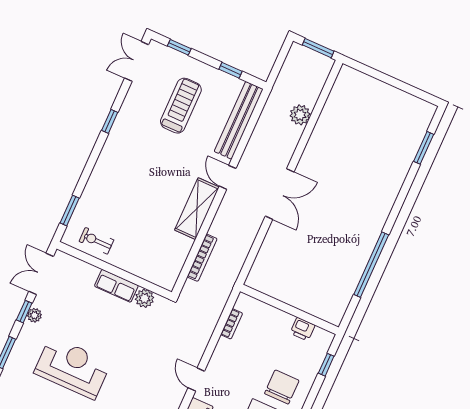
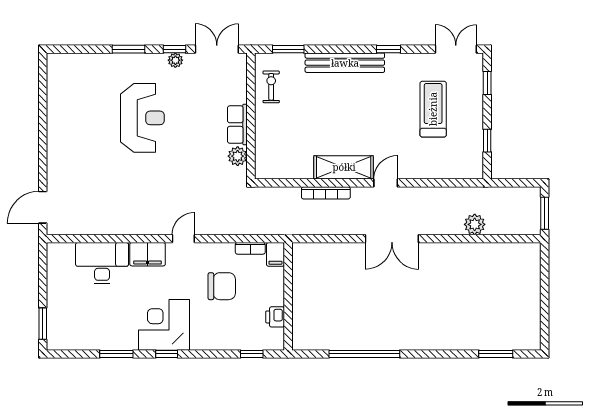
treadmill: (181, 106) -> (433, 109), turned -90
bench: (239, 120) -> (345, 63), moved
bookcase: (202, 258) -> (326, 193), moved
filing cabinet: (247, 304) -> (275, 254), added
chair: (282, 387) -> (222, 286), moved

